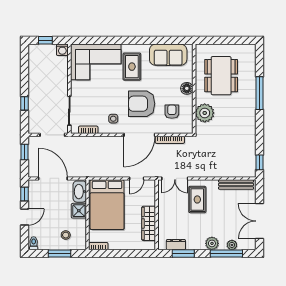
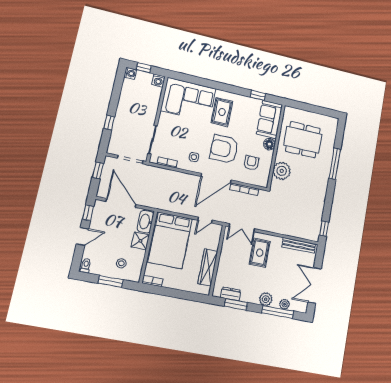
window: (165, 40) -> (258, 95), added
washing machine: (34, 49) -> (130, 73), added
sofa: (168, 55) -> (270, 119), moved, turned 90
dining table: (221, 76) -> (303, 140), turned 90

